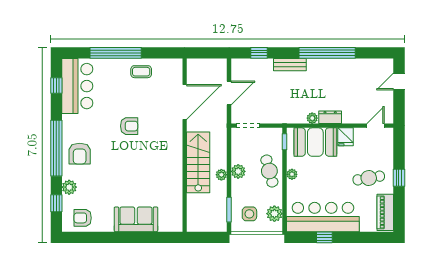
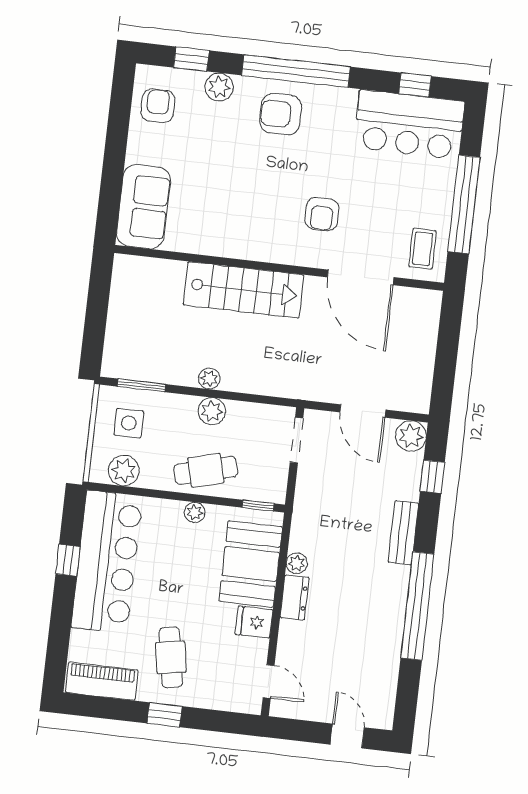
plant: (239, 66) -> (411, 436), added
door: (185, 102) -> (361, 277), moved
wall: (185, 145) -> (279, 268), moved
stairs: (198, 162) -> (243, 290), moved

